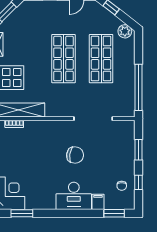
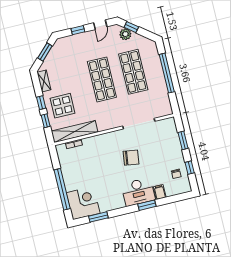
plant: (125, 31) -> (125, 34), moved
window: (139, 87) -> (167, 73), moved
window: (114, 213) -> (147, 205), moved

